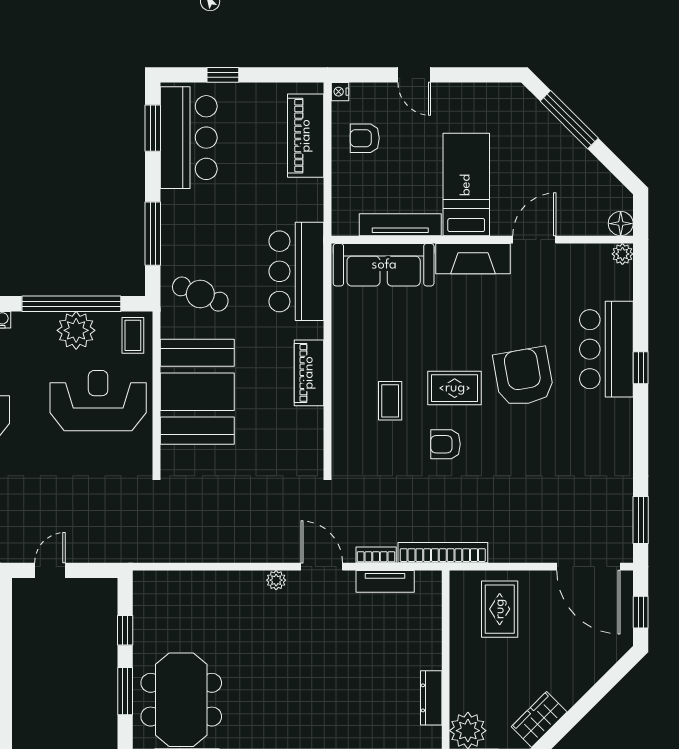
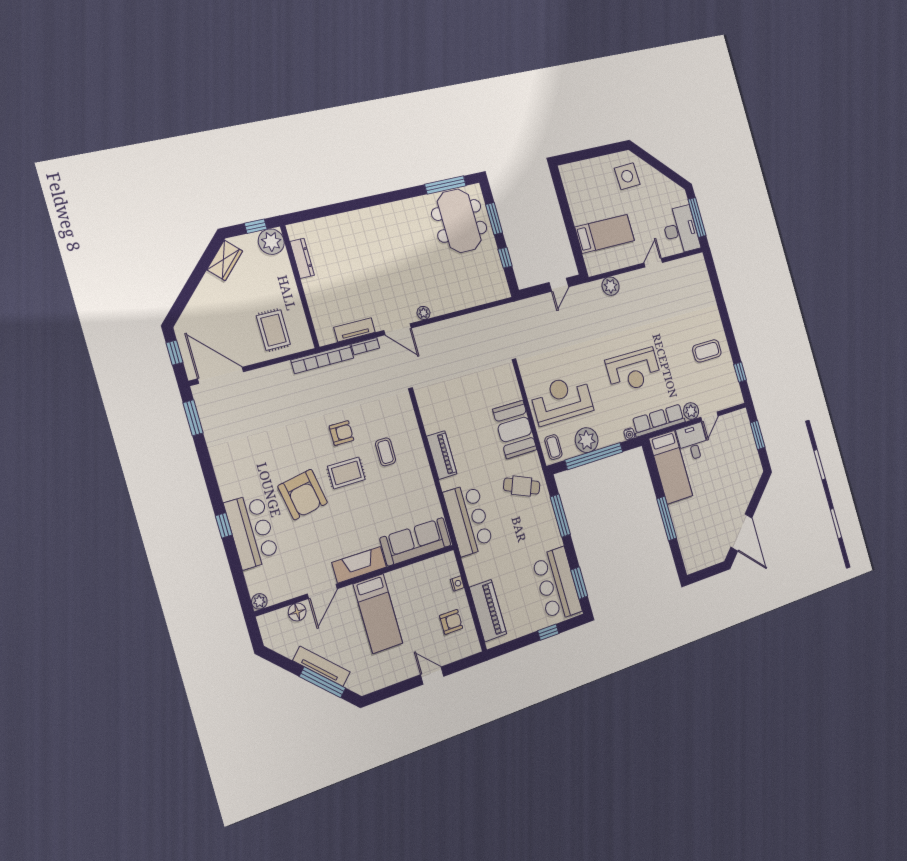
nightstand: (340, 92) -> (457, 584), moved
floor lamp: (621, 224) -> (297, 612), moved
tv unit: (400, 225) -> (321, 666), moved, turned -135
booth: (197, 392) -> (515, 429), width x0.73, depth x0.70
reception desk: (98, 401) -> (562, 399), turned 180

